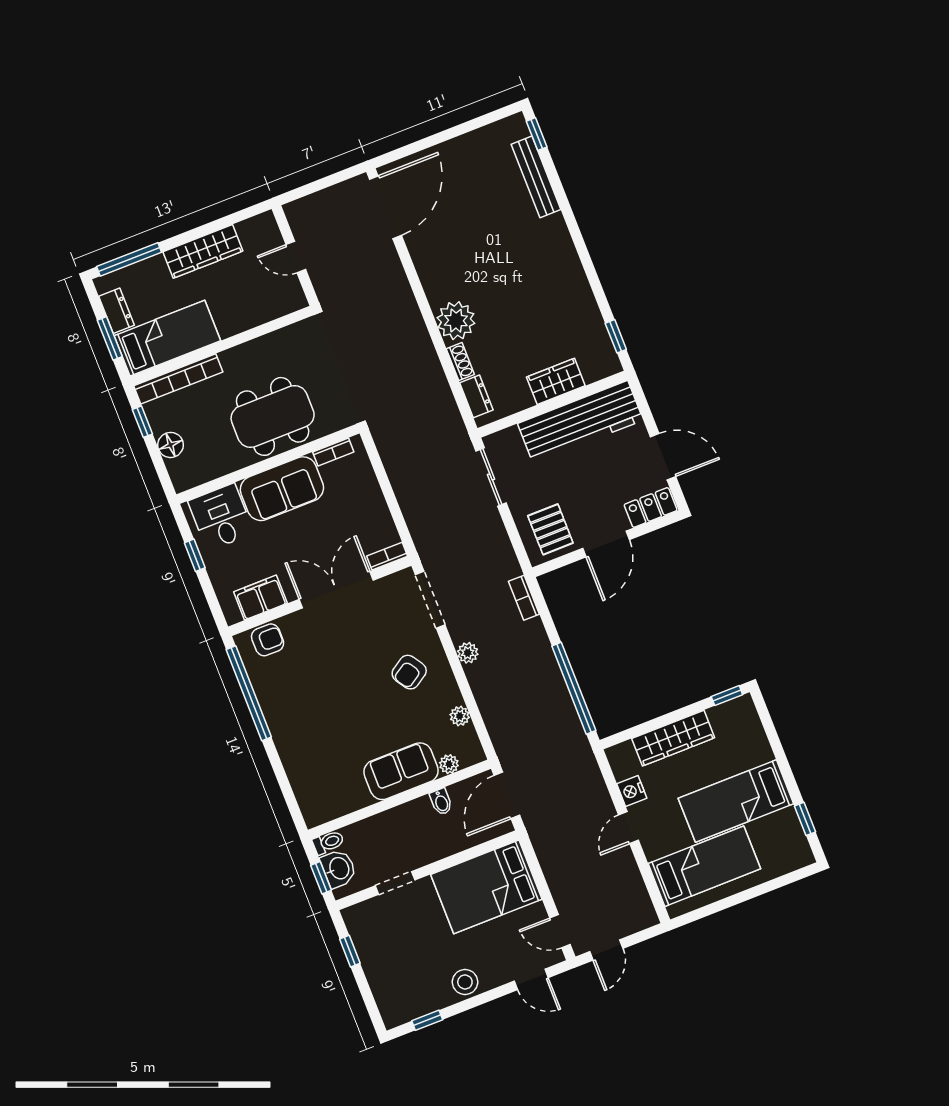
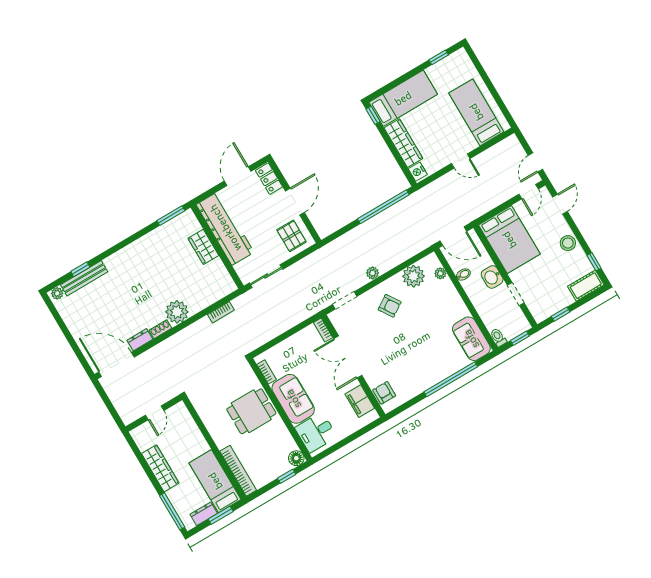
plant: (518, 128) -> (57, 293), added
window: (537, 134) -> (80, 269), moved
window: (616, 336) -> (171, 216), width x1.50
shoe rack: (460, 362) -> (160, 329), moved
dresser: (476, 396) -> (140, 340), moved
dining table: (273, 416) -> (251, 411), width x0.73
window: (142, 422) -> (287, 476), moved
floor lamp: (171, 445) -> (296, 458), moved
pallet: (550, 529) -> (292, 236), turned 90
door: (606, 544) -> (295, 202), hinge flipped
window: (195, 555) -> (341, 444), removed
bookcase: (524, 598) -> (221, 312), moved
doorway: (430, 600) -> (345, 300), width x0.73
window: (249, 693) -> (451, 379), moved
plant: (460, 716) -> (413, 276), width x1.88, depth x1.88
sofa: (401, 771) -> (471, 339), moved
nightstand: (632, 791) -> (418, 172), moved, turned 90
bed: (736, 801) -> (403, 98), moved, turned -90
washbasin: (339, 868) -> (492, 277), moved, turned -90
door: (606, 950) -> (535, 162), swing flipped
cot: (390, 1000) -> (586, 286), added

